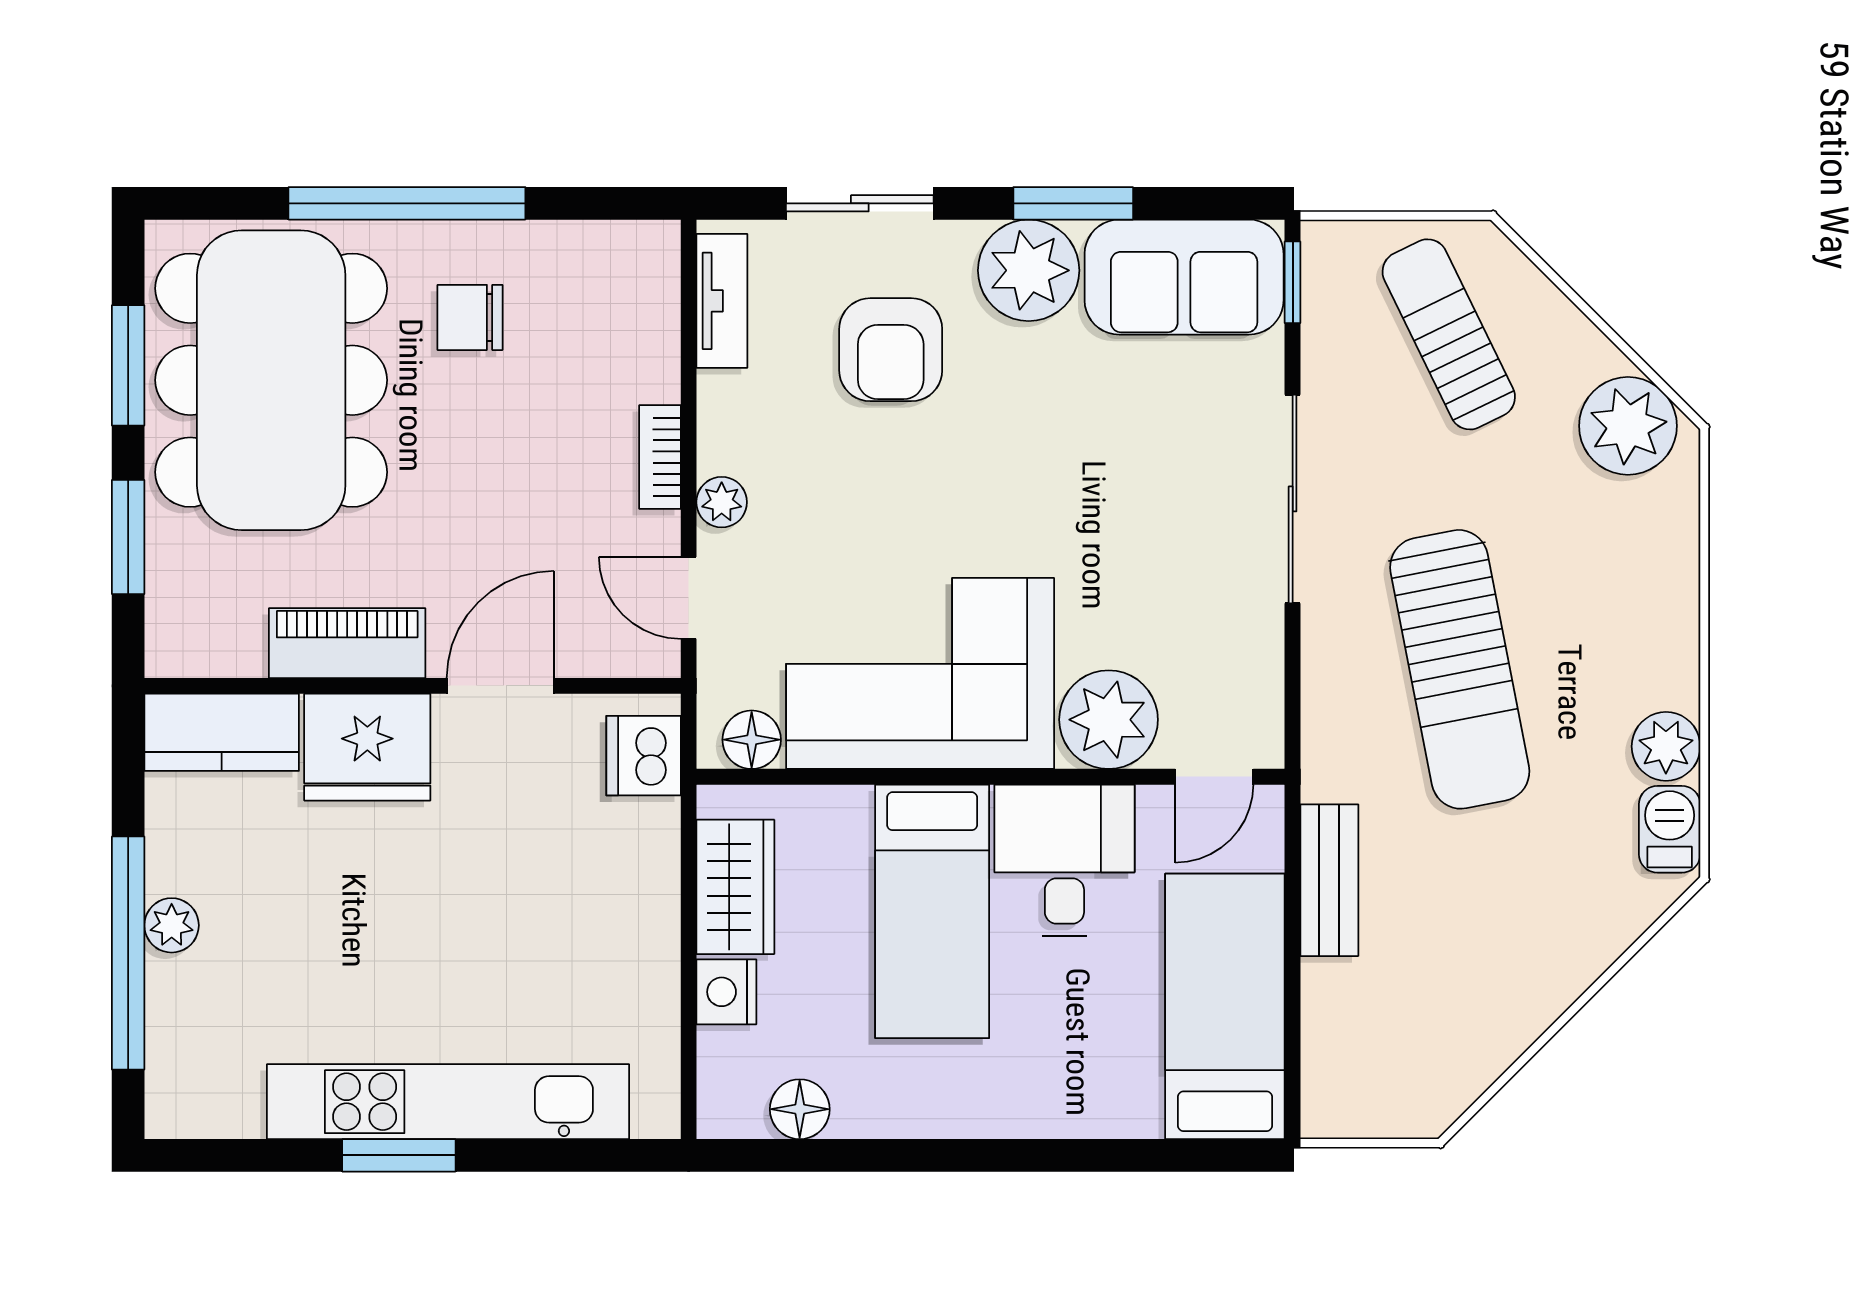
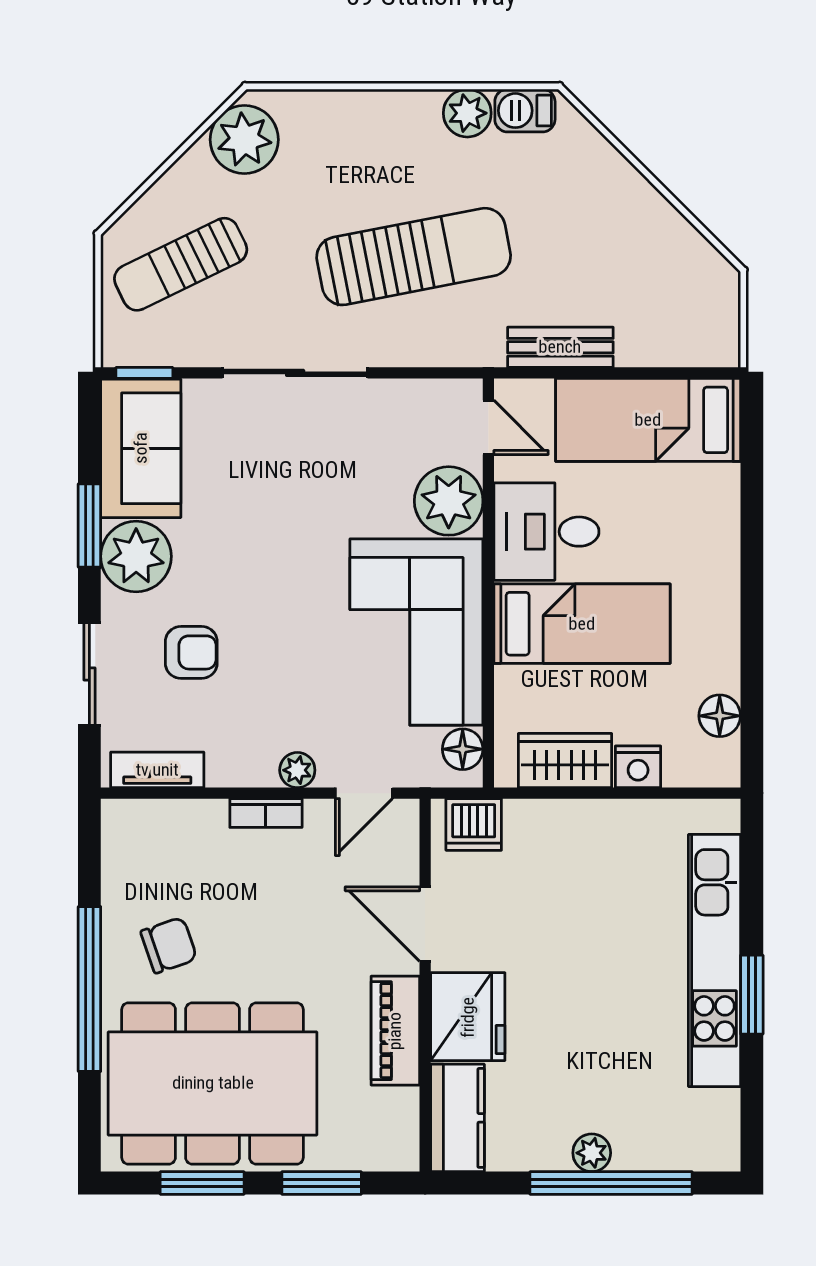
chair: (470, 317) -> (169, 945), turned -109
armchair: (891, 350) -> (191, 652), width x0.72, depth x0.72

